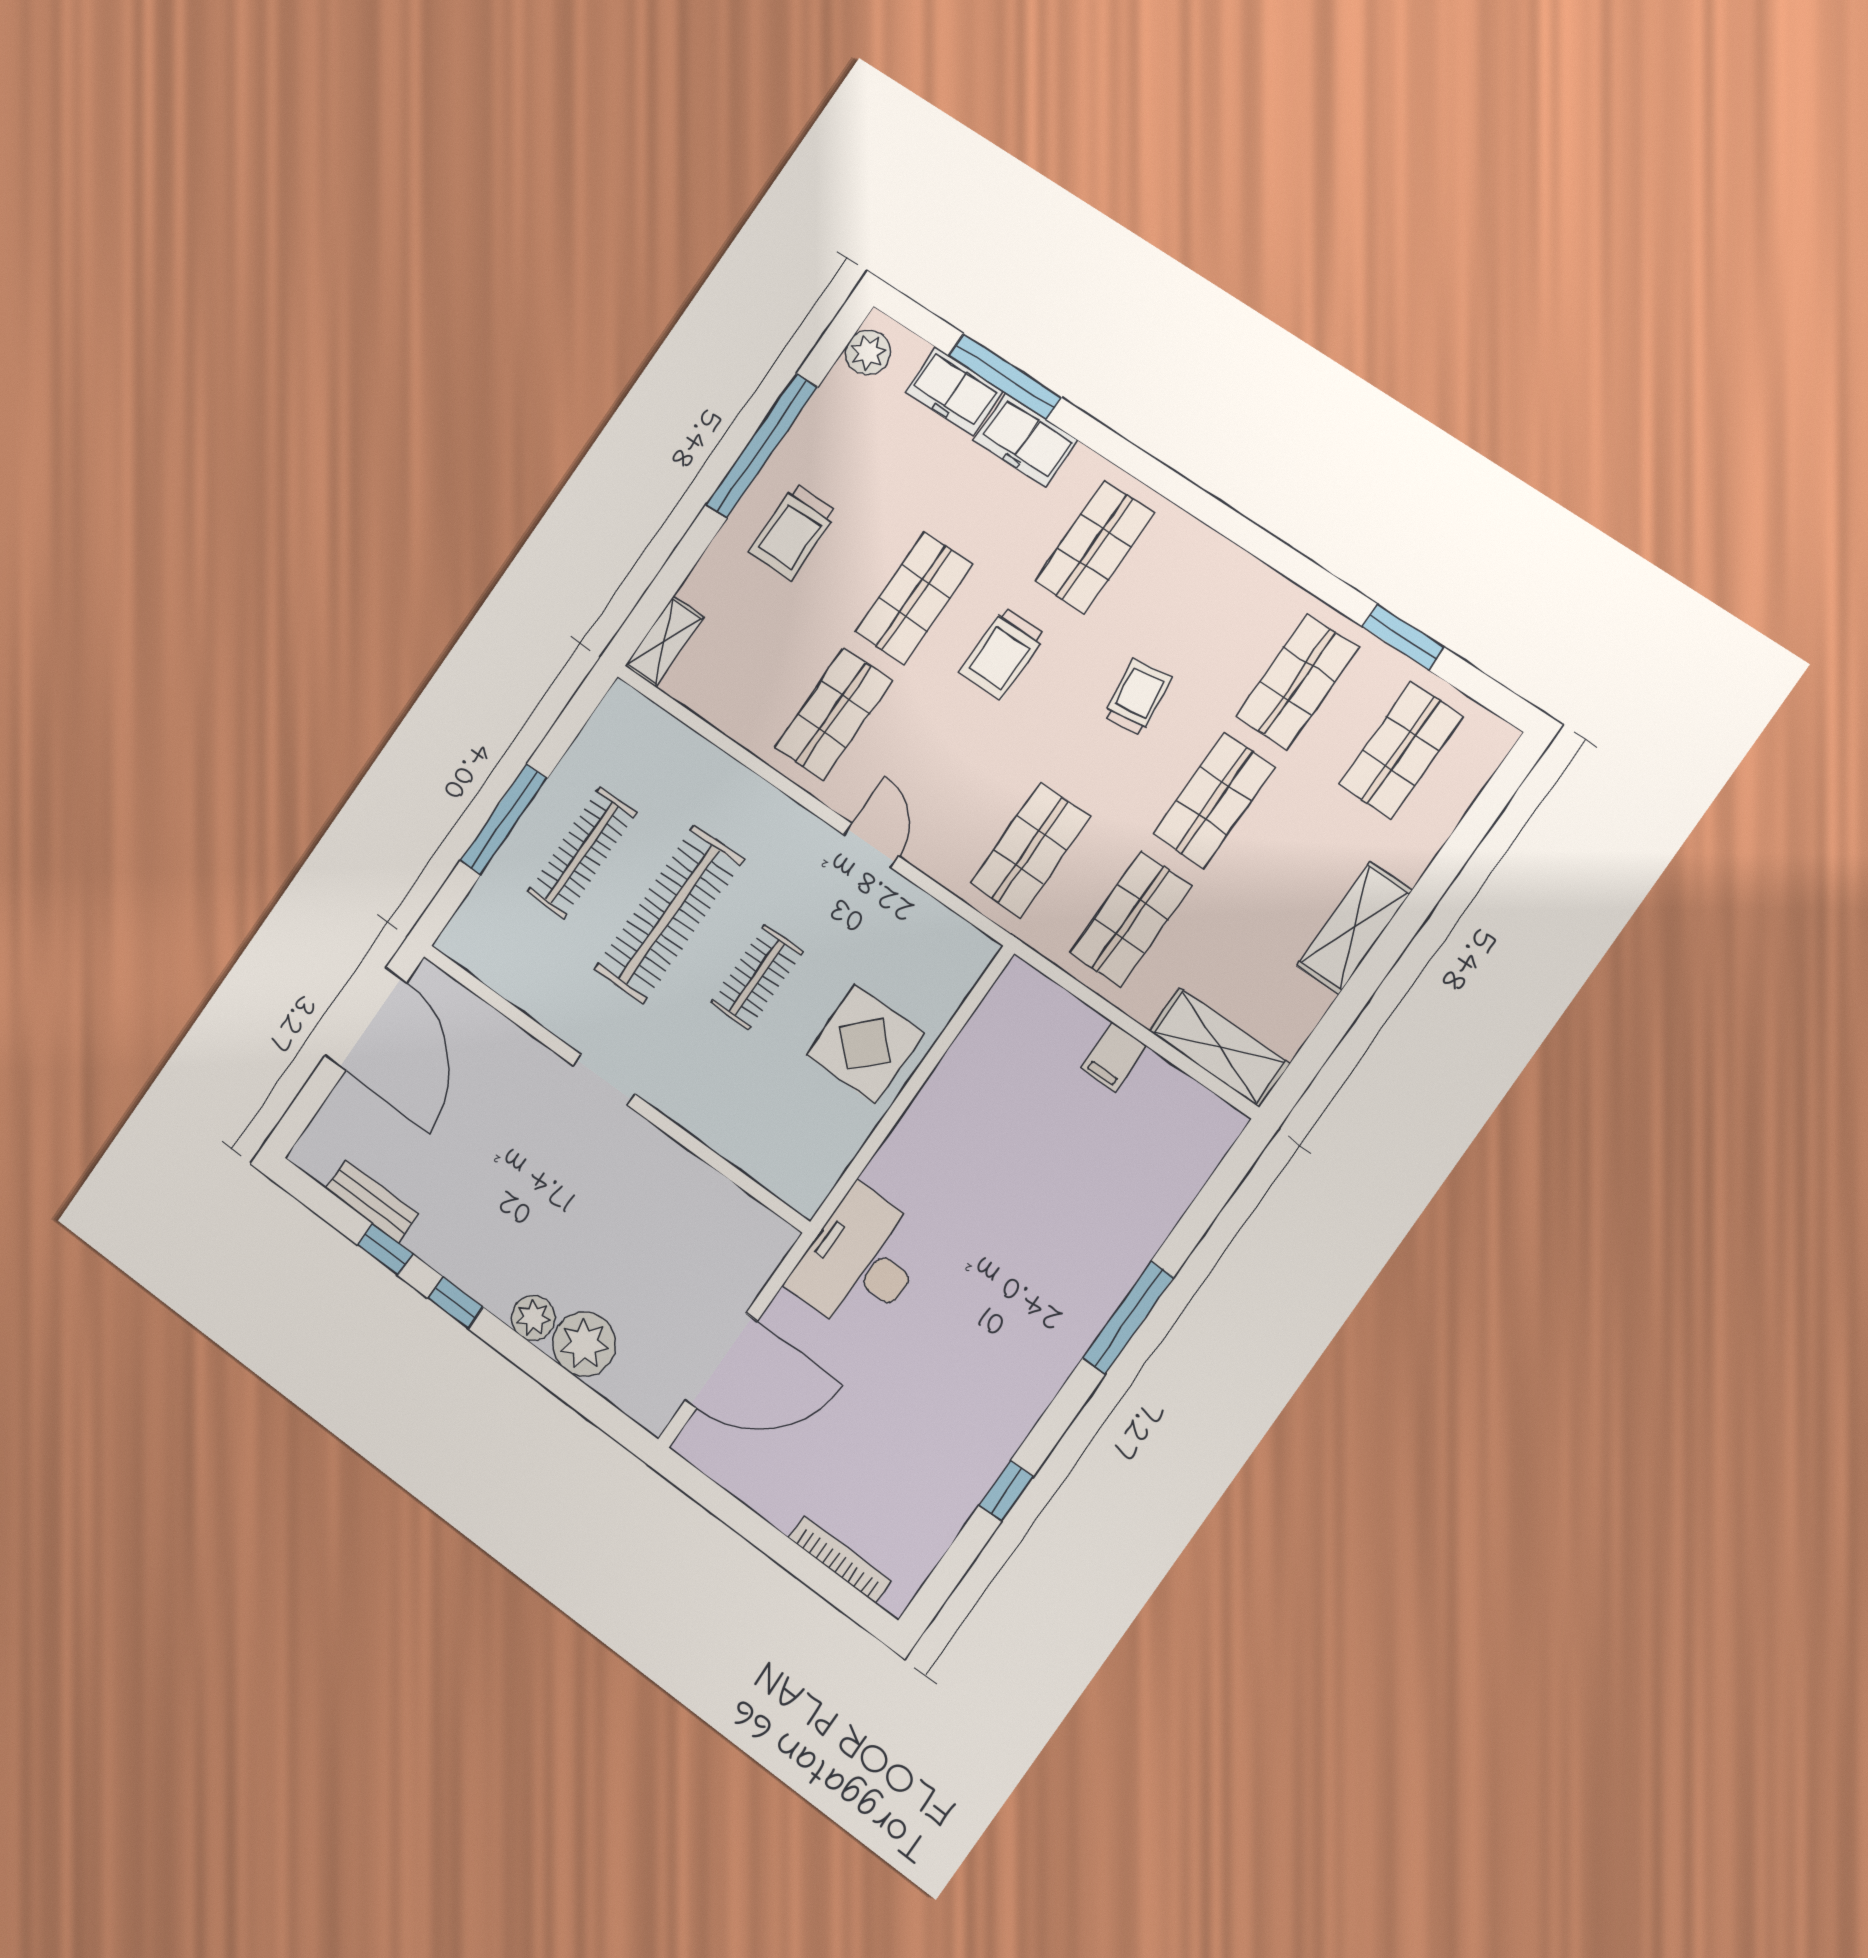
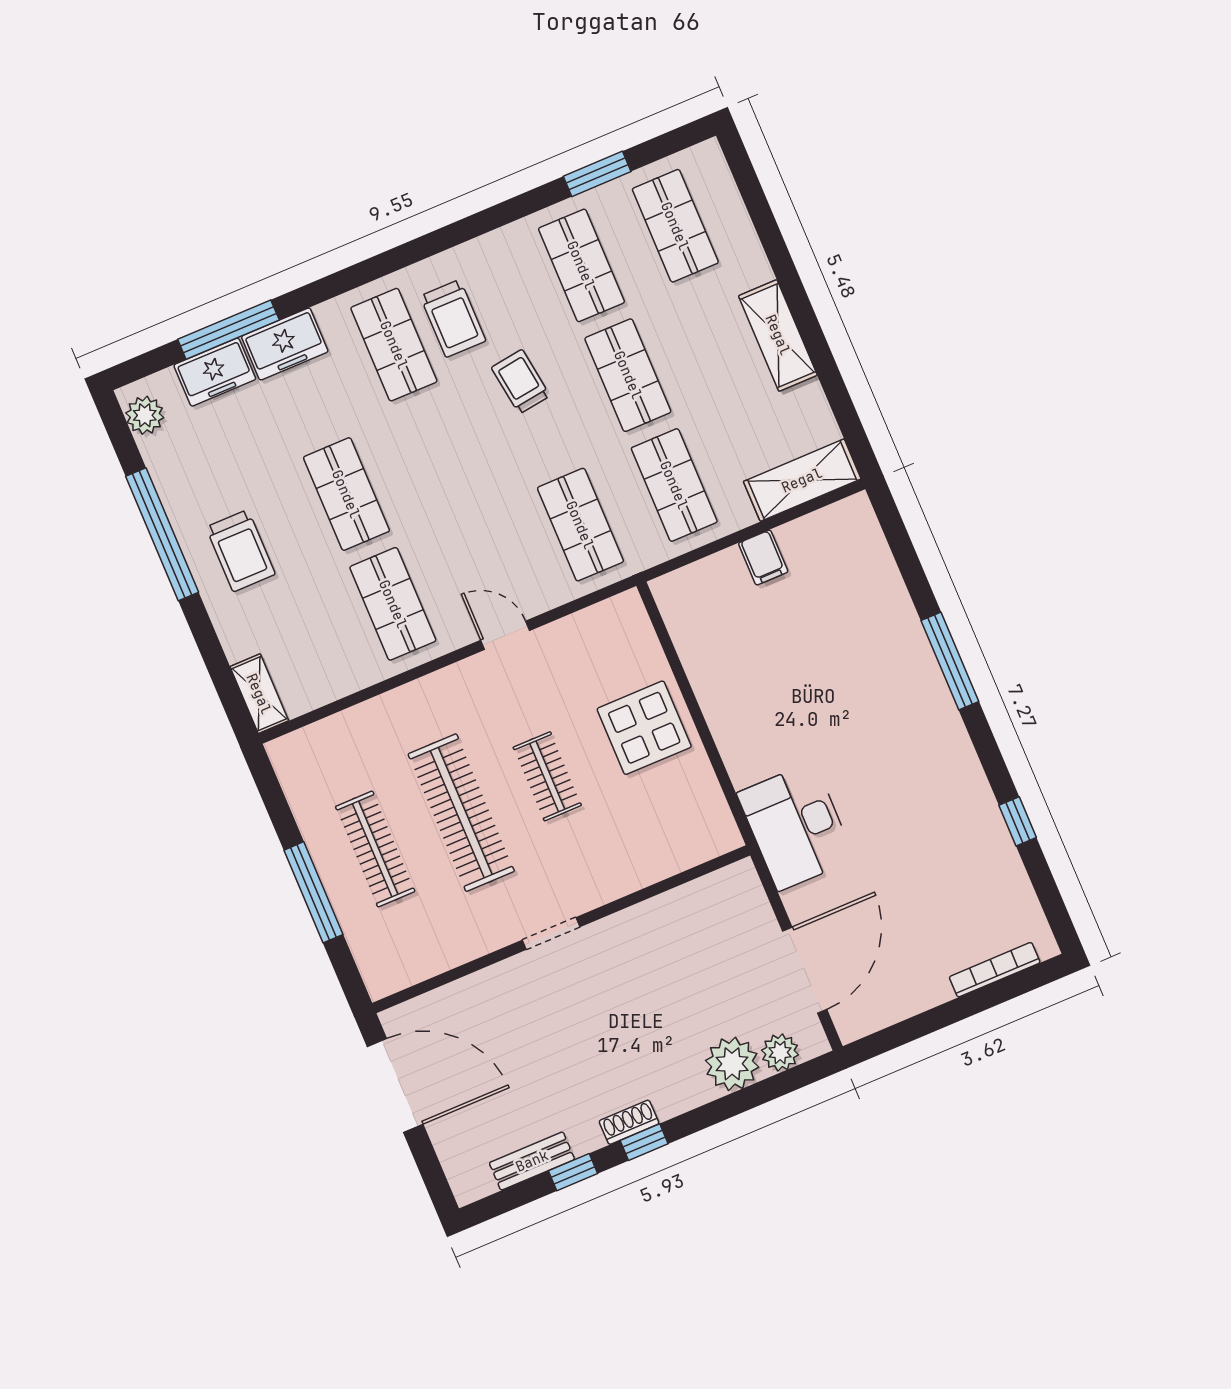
trolley: (1002, 653) -> (453, 318), moved
shoe rack: (466, 1275) -> (629, 1122), added
plant: (533, 1318) -> (780, 1052), moved

